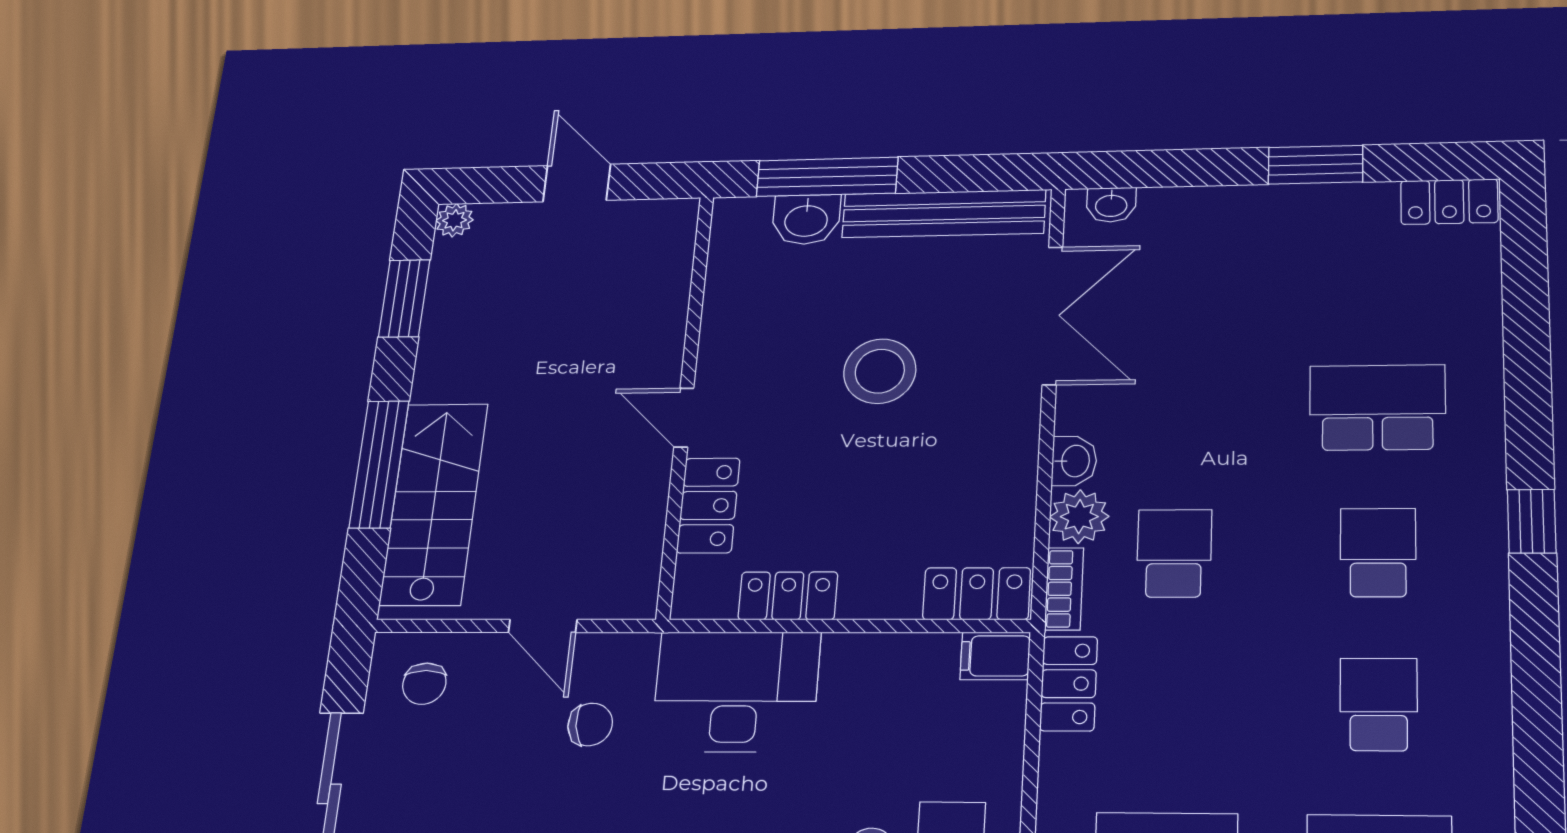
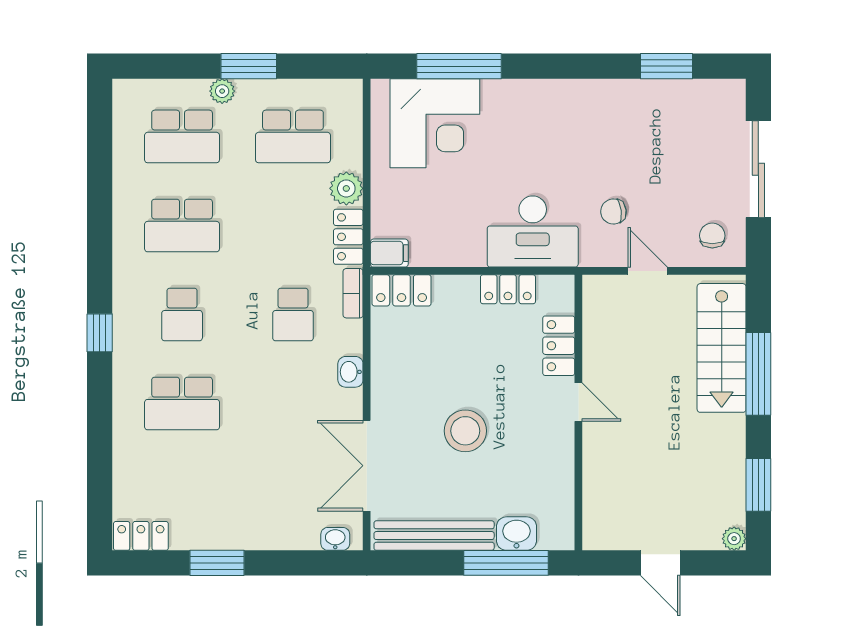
plant: (1079, 517) -> (346, 188), moved
school desk: (1379, 704) -> (182, 225), width x1.85

